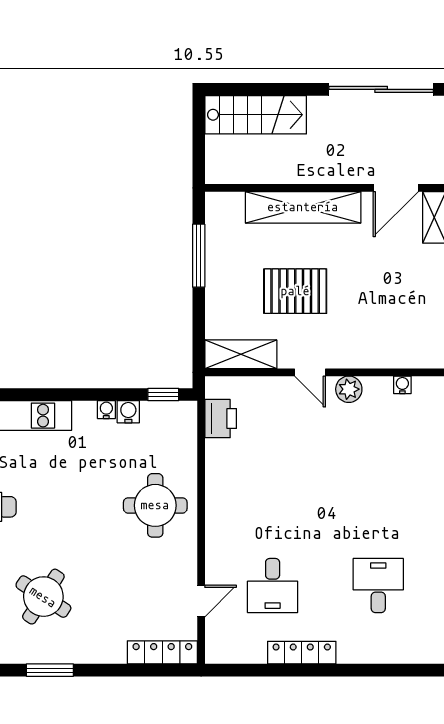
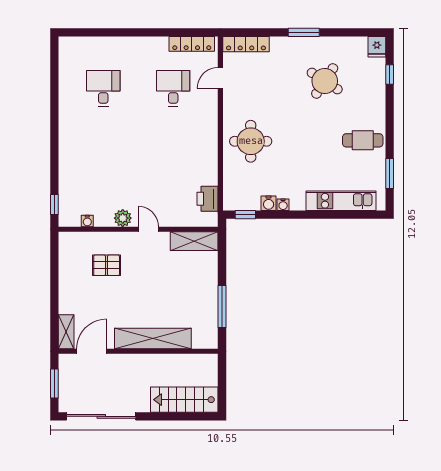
pallet: (295, 291) -> (107, 265), moved, width x0.67, depth x0.71
desk: (378, 586) -> (103, 88), turned 180
locker: (302, 653) -> (192, 44), moved
window: (50, 670) -> (304, 32), moved

